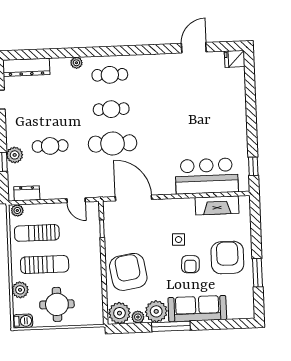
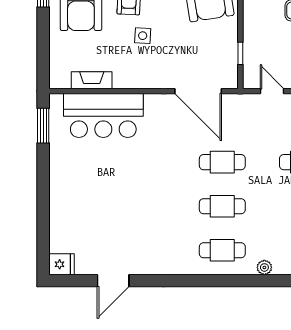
cafe table: (113, 143) -> (222, 162), width x0.73, depth x0.74
window: (253, 166) -> (43, 126), width x1.50
fireplace: (217, 205) -> (92, 80), width x0.73, depth x0.76

